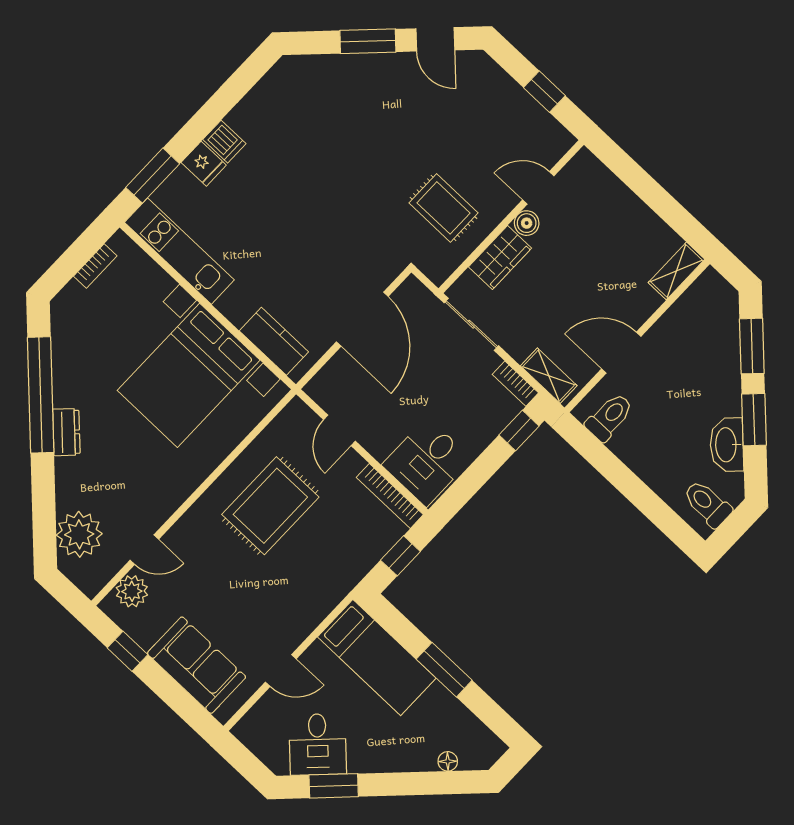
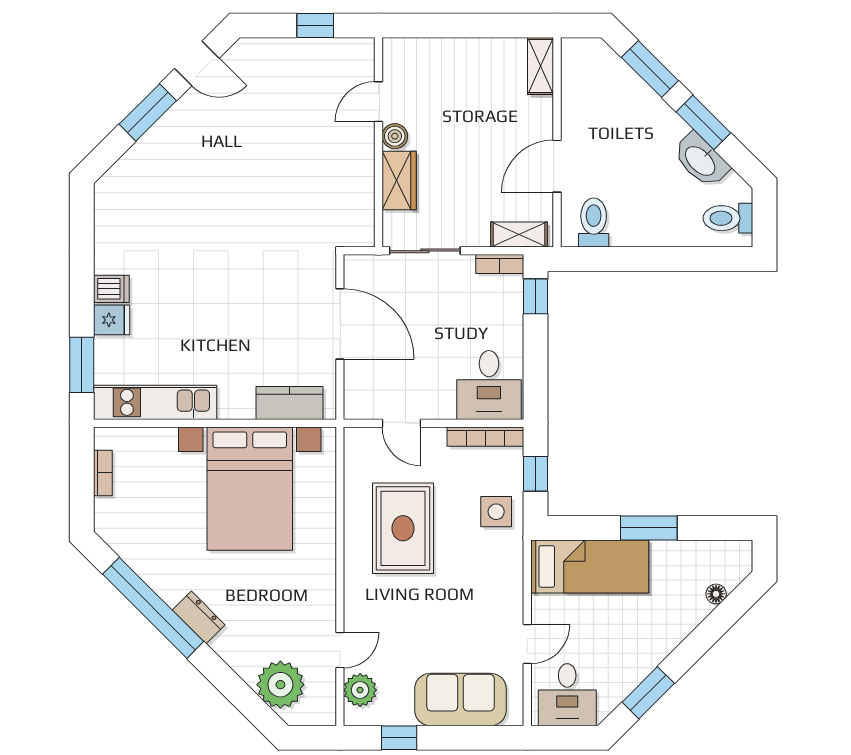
rug: (443, 208) -> (322, 184), removed
side table: (347, 556) -> (496, 512), added
desk: (318, 744) -> (567, 695), moved, turned 45

